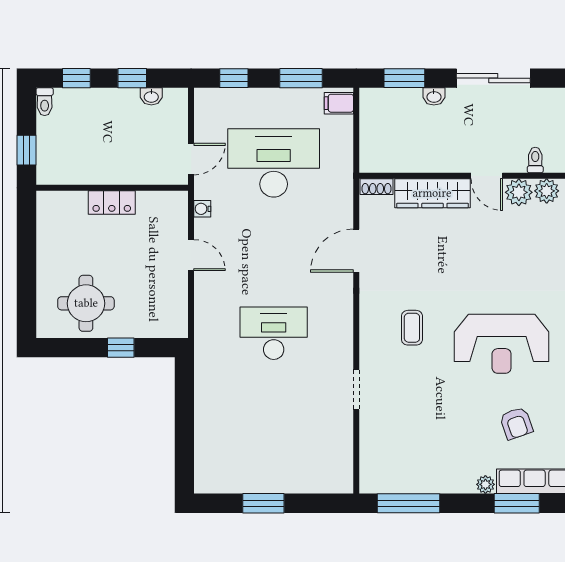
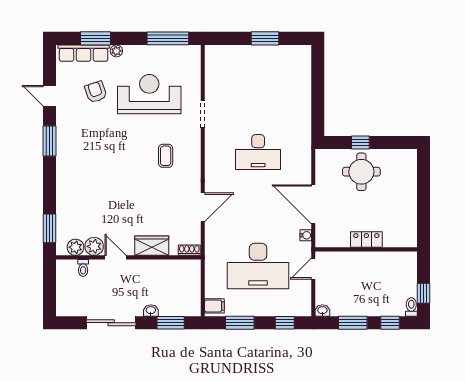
window: (132, 78) -> (353, 323), width x1.50
washbasin: (151, 96) -> (322, 310), moved
window: (26, 150) -> (423, 293), moved
wardrobe: (432, 193) -> (152, 246), width x0.67
door: (191, 255) -> (313, 204), width x1.87
round table: (86, 303) -> (361, 172), moved
reception desk: (502, 344) -> (149, 94), moved

